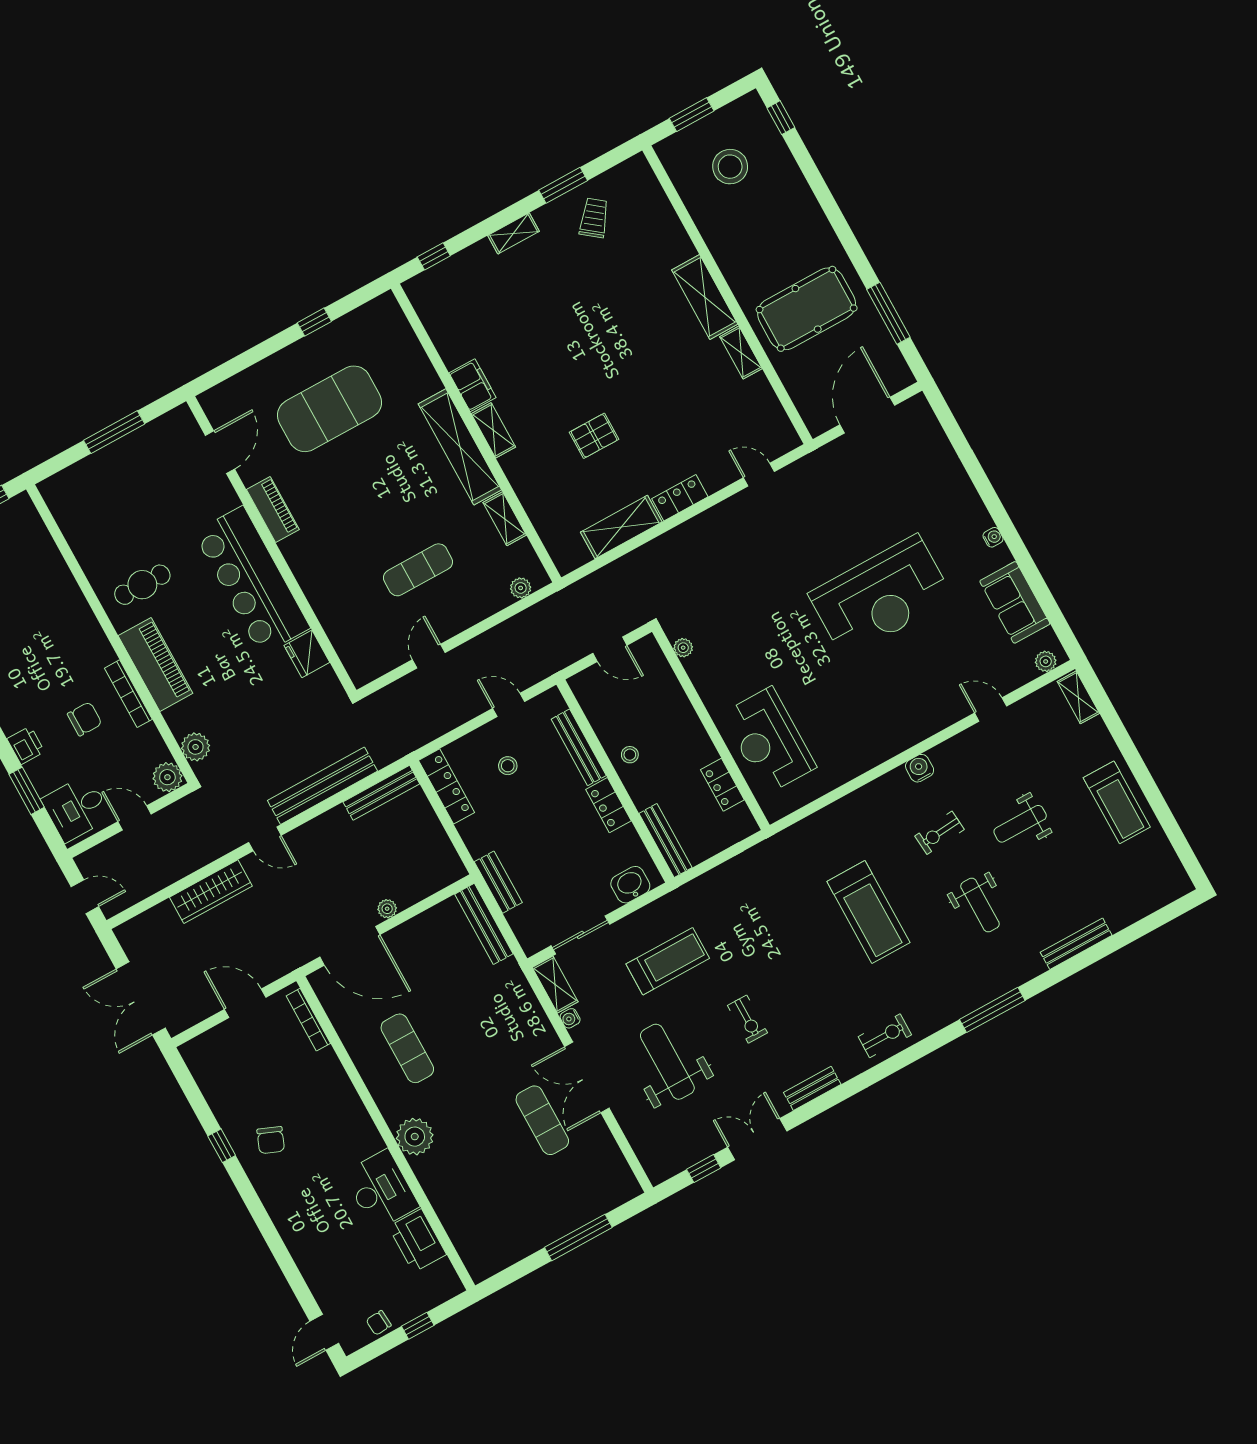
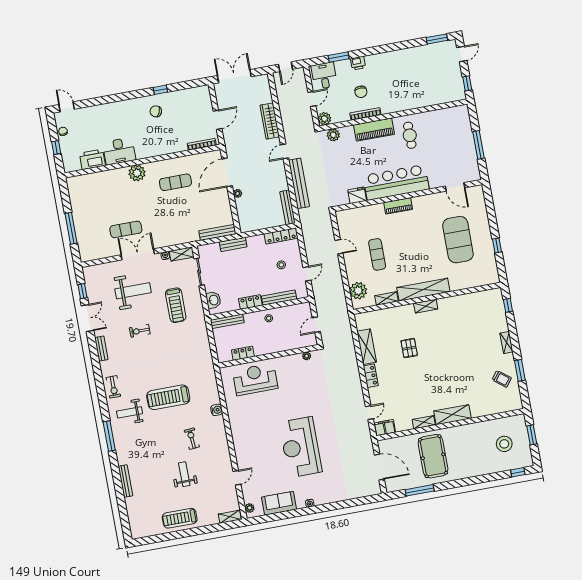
filing cabinet: (473, 385) -> (385, 428), moved, turned 180
piano: (273, 509) -> (398, 206), moved
plant: (521, 588) -> (358, 291), width x1.88, depth x1.88
water cooler: (920, 768) -> (217, 410), moved
weight bench: (980, 905) -> (130, 412), moved

